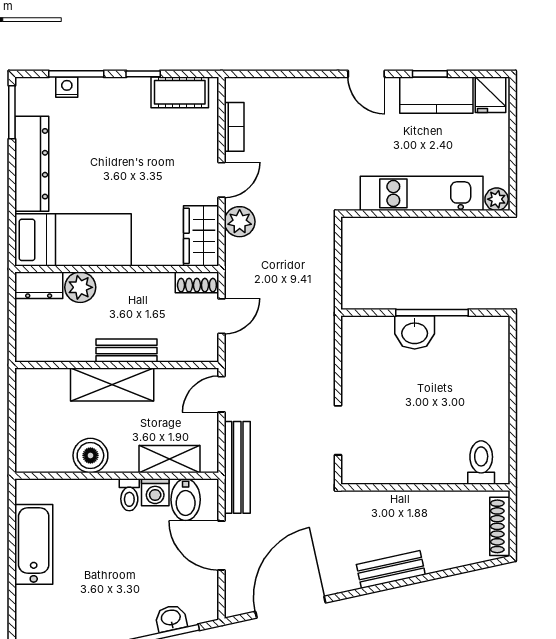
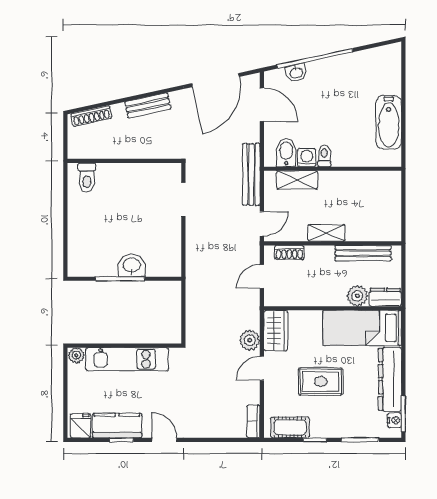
nightstand: (67, 87) -> (395, 420), moved, turned -90
bookcase: (234, 127) -> (253, 421), moved
rug: (134, 160) -> (321, 382), added
shoe rack: (197, 282) -> (289, 252), moved, turned 180
bench: (127, 351) -> (363, 253), moved, width x1.36
shelving: (112, 385) -> (326, 233), width x0.67, depth x0.75
boiler: (90, 455) -> (350, 182), removed
shoe rack: (500, 526) -> (91, 116), moved, turned 78
door: (222, 546) -> (262, 105), moved

